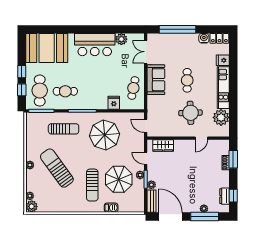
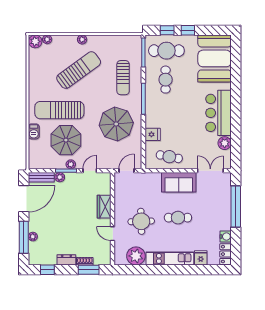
wardrobe: (163, 146) -> (104, 207), moved
sun lounger: (92, 185) -> (59, 110), width x1.36, depth x1.34
dresser: (225, 196) -> (66, 260), moved

